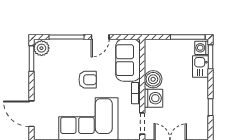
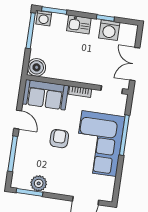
plant: (41, 48) -> (39, 183), moved
kitchen sink: (200, 67) -> (79, 24), moved
boiler: (153, 79) -> (37, 67), moved
washing machine: (154, 98) -> (109, 30), moved, turned 180

